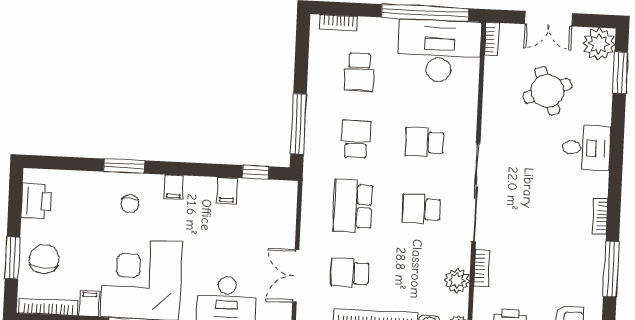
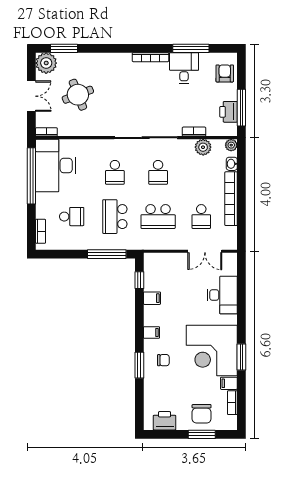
school desk: (356, 139) -> (115, 217), width x1.85
desk: (586, 148) -> (184, 68), moved
bookcase: (600, 216) -> (150, 57), width x1.56
chair: (44, 259) -> (202, 414), turned -90
bookcase: (49, 307) -> (232, 403), width x0.64

